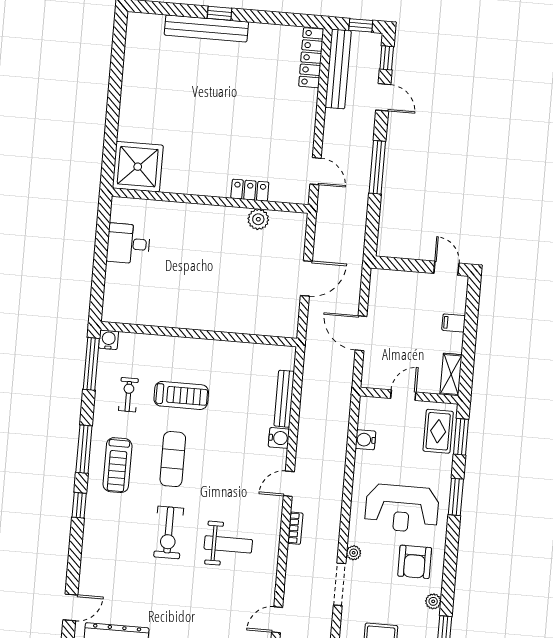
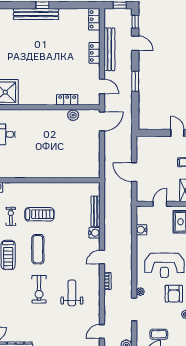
locker: (311, 58) -> (94, 19), width x0.66
bench: (338, 69) -> (109, 49), moved
locker: (307, 109) -> (94, 53), added
window: (377, 167) -> (135, 81), width x0.69
door: (306, 278) -> (102, 121), moved
weight bench: (228, 544) -> (72, 293), turned -90

